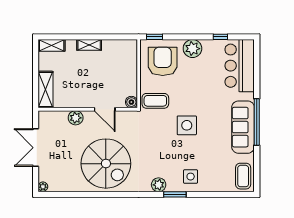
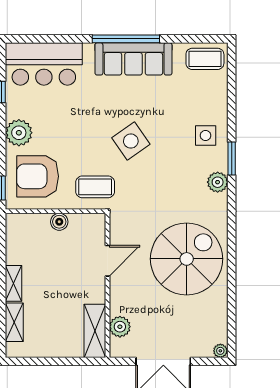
shelving: (52, 45) -> (14, 322), moved
shelving: (46, 90) -> (95, 331), moved, turned 90
coffee table: (155, 101) -> (95, 187), turned 90
boiler: (131, 102) -> (59, 222), moved
plant: (76, 118) -> (120, 327), moved
side table: (187, 125) -> (131, 141), turned -35

